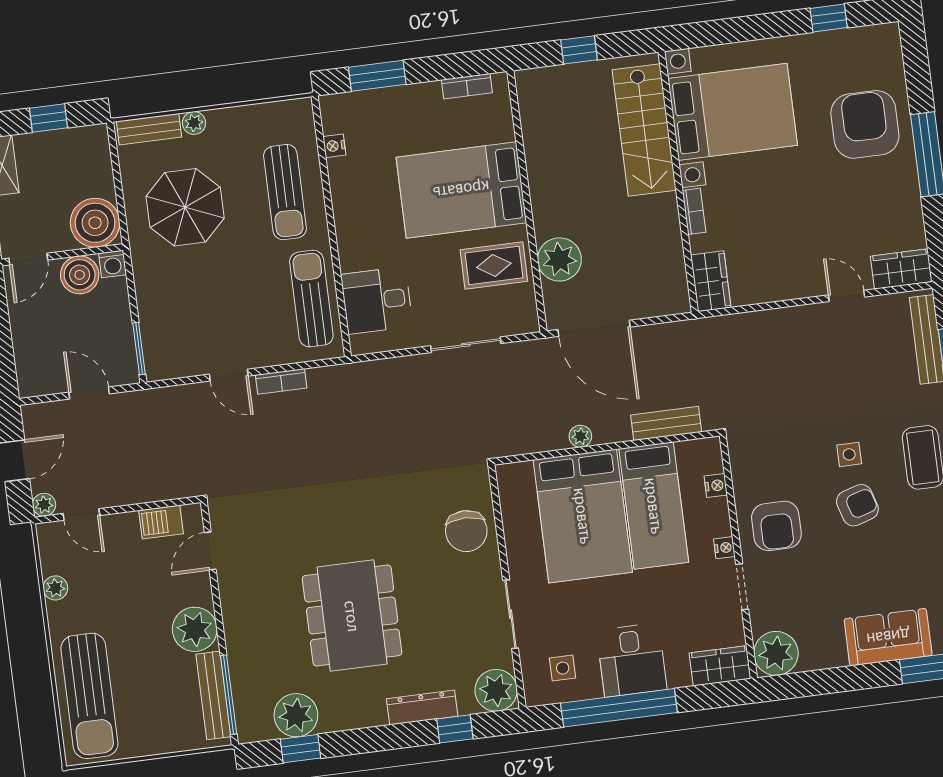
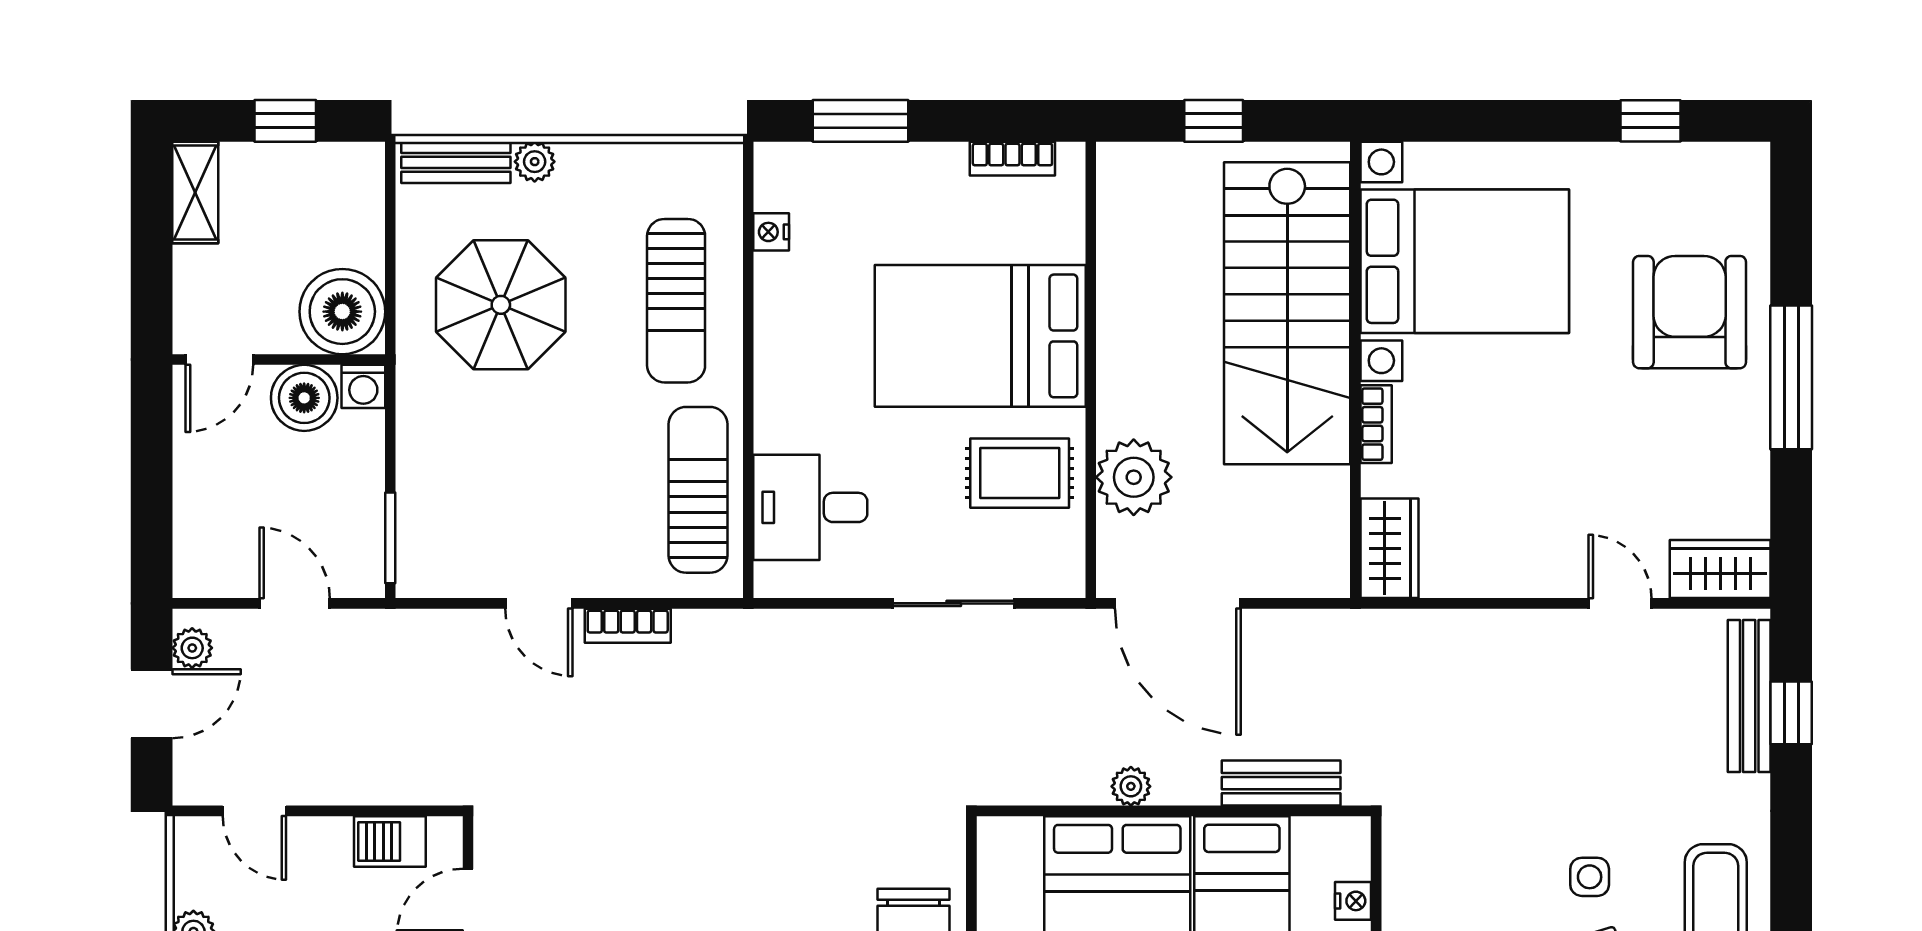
stairs: (644, 130) -> (1287, 313), width x1.36, depth x1.51
plant: (44, 505) -> (192, 648), moved

